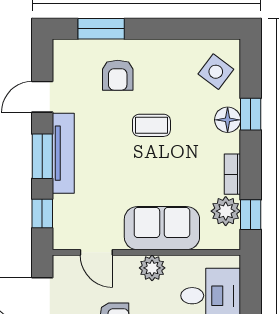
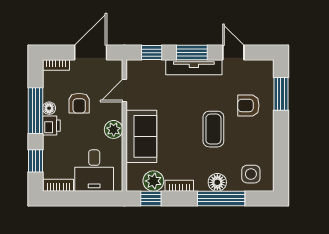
side table: (216, 72) -> (251, 174), turned -37
window: (251, 114) -> (221, 198), width x2.17
coffee table: (151, 125) -> (213, 129), width x1.36, depth x1.30

